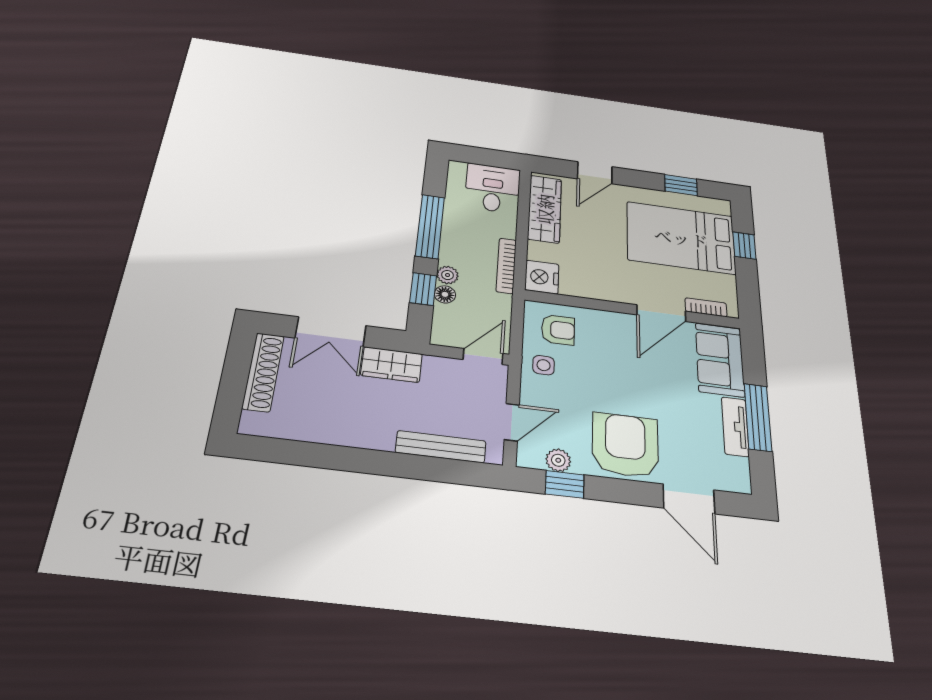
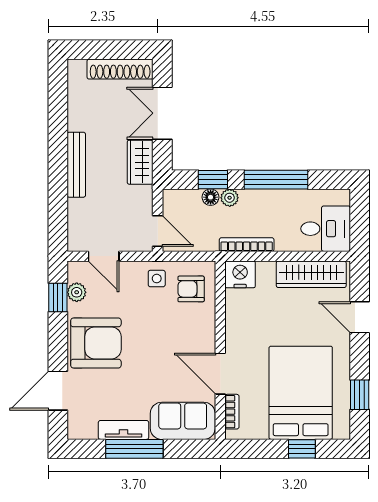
armchair: (558, 330) -> (191, 289), turned 90
bench: (441, 447) -> (76, 165), moved

